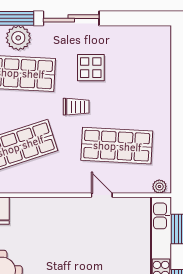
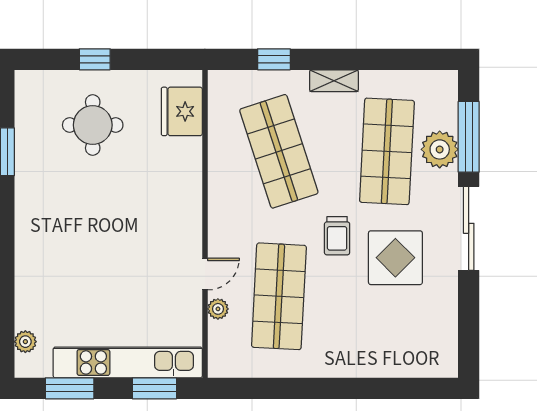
display table: (91, 68) -> (395, 258), width x1.36, depth x1.36
plant: (159, 186) -> (218, 309), moved

